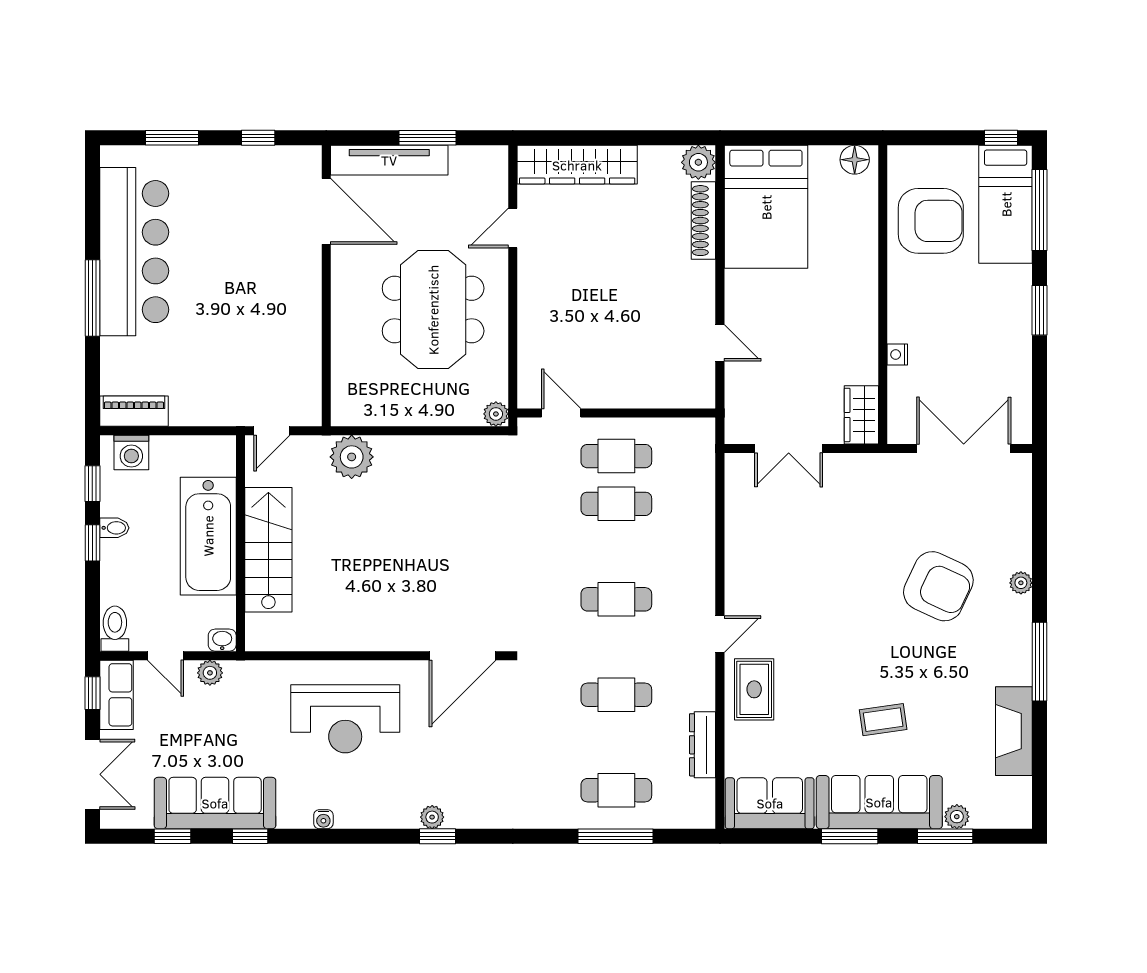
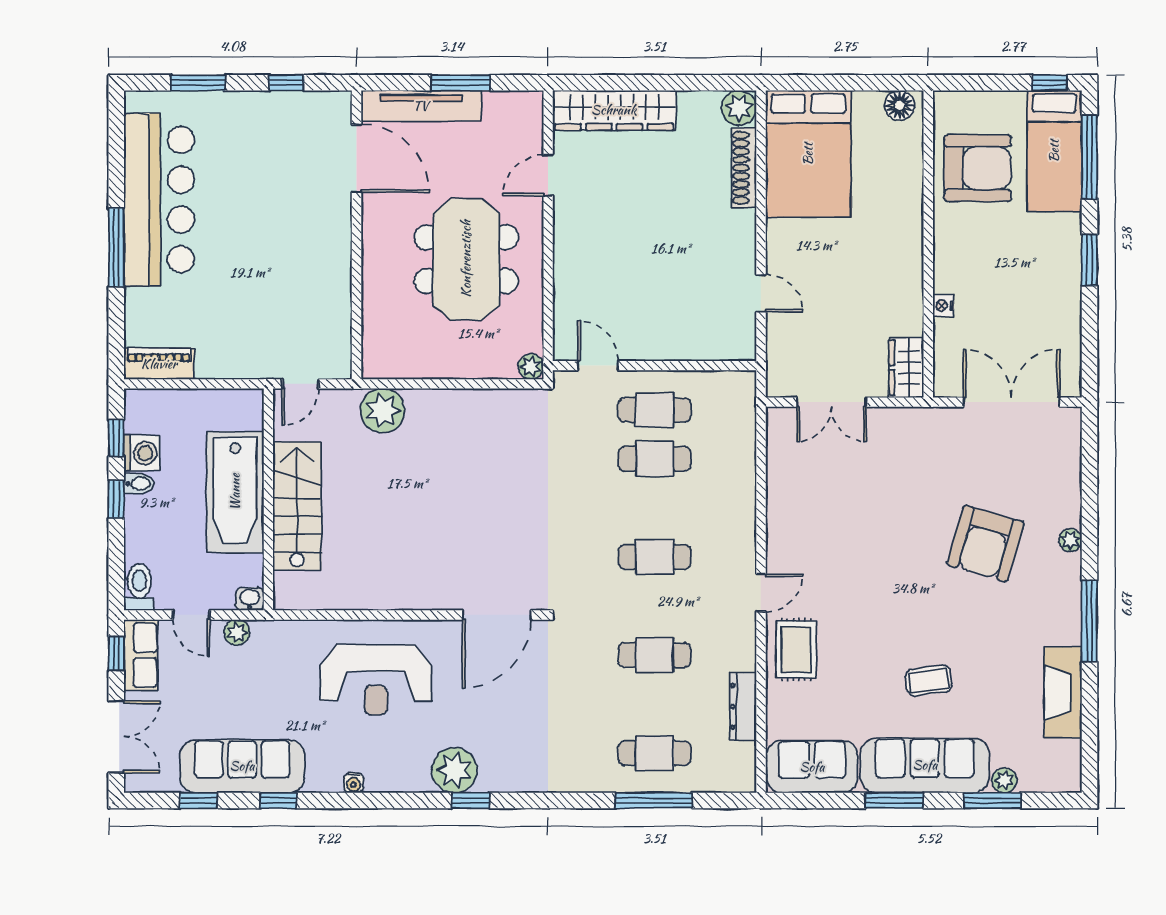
washing machine: (131, 453) -> (142, 453), moved, turned -90
armchair: (938, 586) -> (985, 544), turned 81
plant: (432, 817) -> (455, 770), width x1.88, depth x1.88

